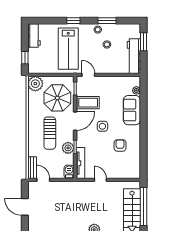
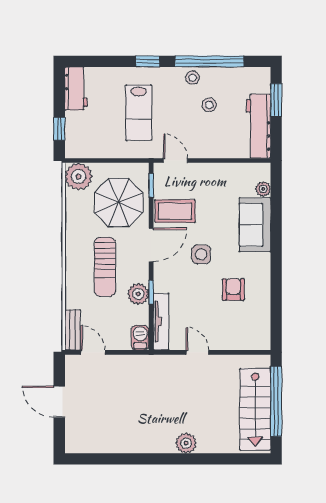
window: (107, 21) -> (209, 61), width x2.11
lab bench: (68, 49) -> (139, 113), width x0.73, depth x0.72

